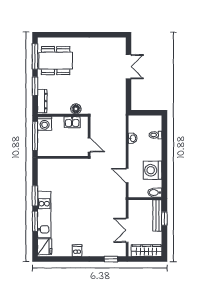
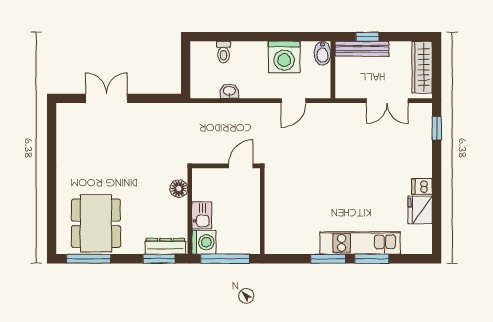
window: (35, 86) -> (159, 259), moved
kitchen sink: (72, 122) -> (202, 215), moved
fridge: (45, 247) -> (420, 210), moved, turned -90

